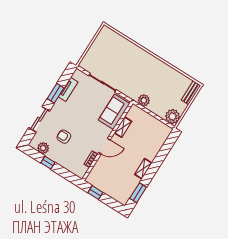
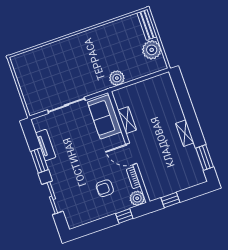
plant: (173, 116) -> (152, 50), moved
armchair: (64, 137) -> (105, 188), moved
door: (104, 146) -> (131, 154), swing flipped
plant: (43, 148) -> (137, 198), moved
window: (48, 163) -> (124, 216), moved

